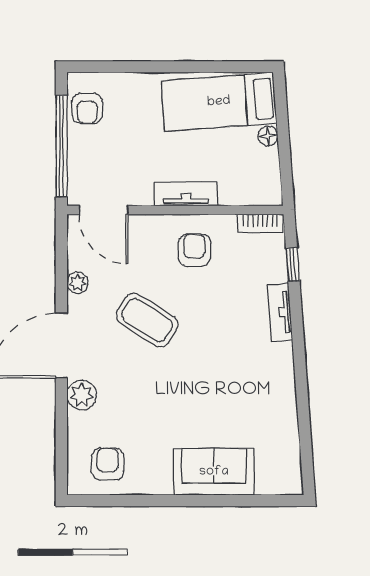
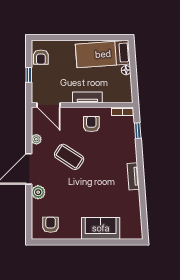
window: (61, 146) -> (29, 75), width x0.32
tv unit: (280, 312) -> (133, 176), moved

